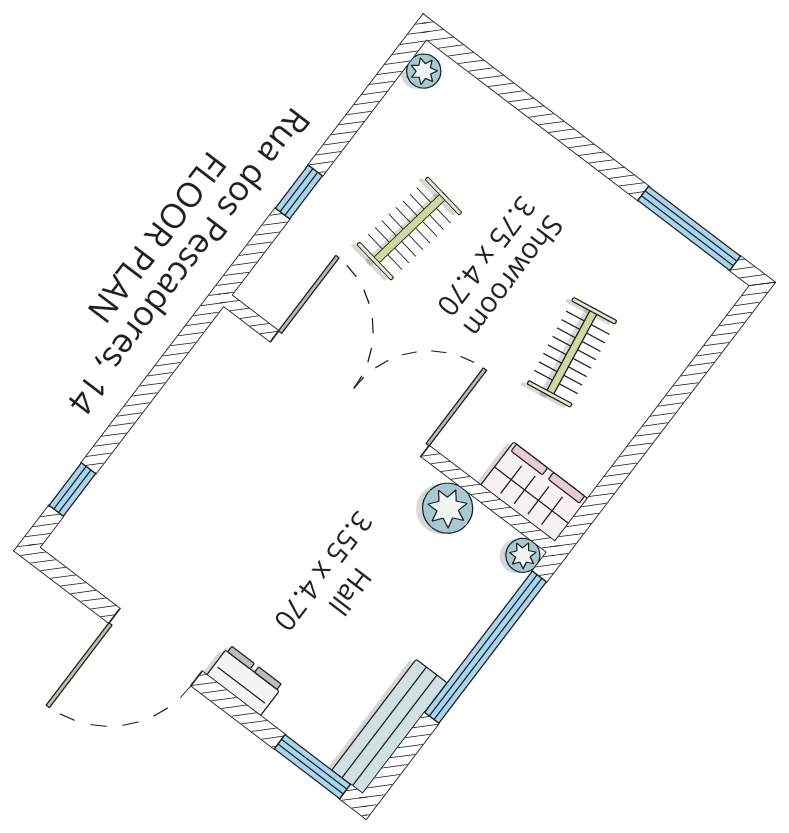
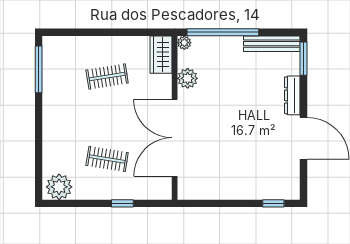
plant: (424, 71) -> (59, 187), width x1.88, depth x1.88
dresser: (245, 680) -> (292, 95), width x1.44

